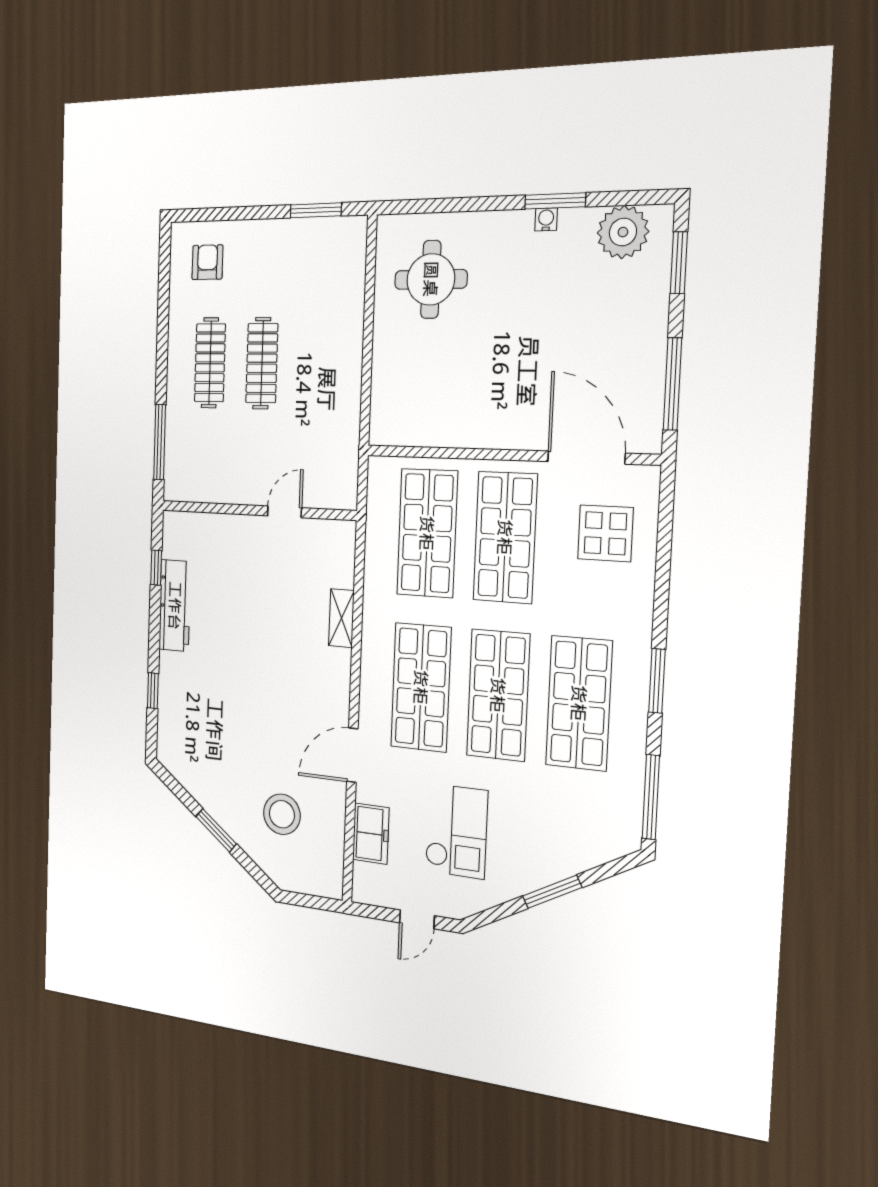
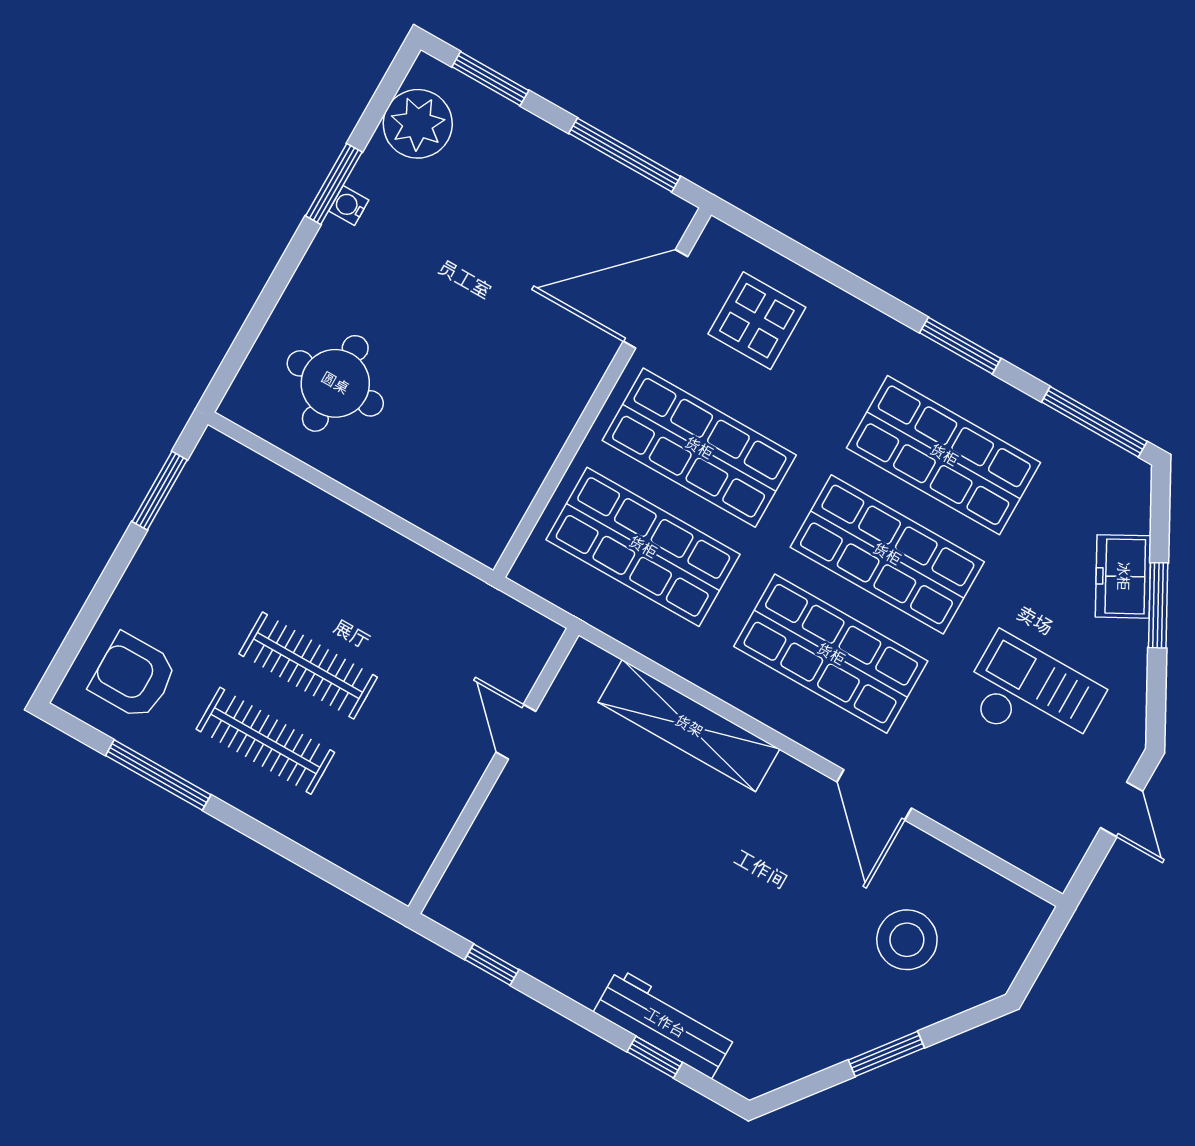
armchair: (207, 262) -> (133, 676), width x1.38, depth x1.38
window: (160, 442) -> (158, 775), moved
workbench: (175, 606) -> (665, 1023), moved
shelving: (341, 618) -> (689, 726), width x2.20, depth x1.33
freezer: (371, 834) -> (1123, 576), moved, turned -118

